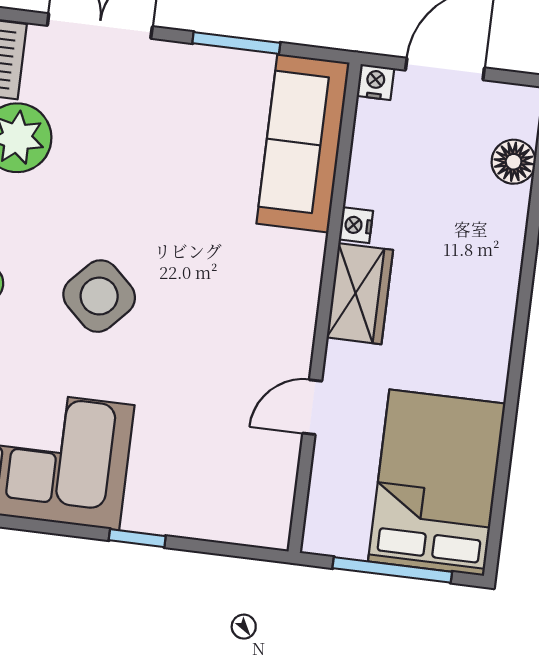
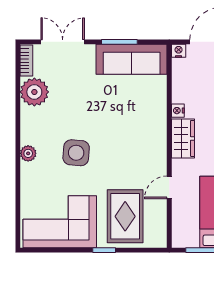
sofa: (303, 143) -> (132, 59), moved, turned -90
side table: (99, 296) -> (76, 153), turned -38
rug: (198, 463) -> (125, 216), added

